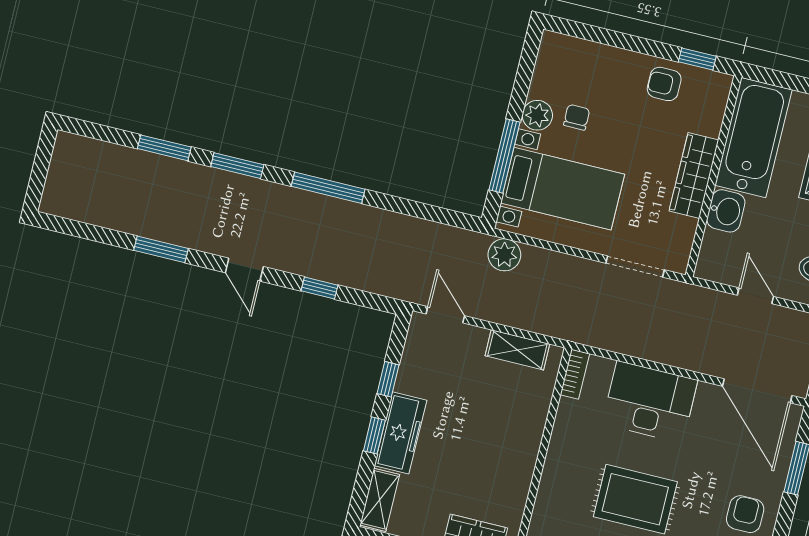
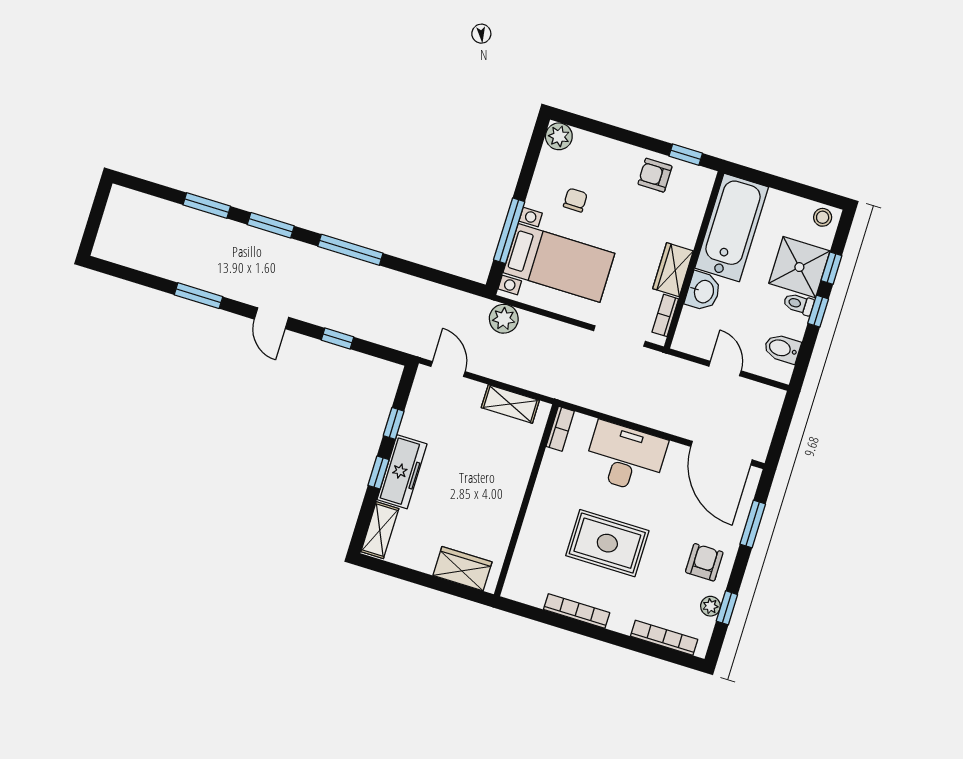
plant: (537, 115) -> (559, 136), moved
wardrobe: (694, 176) -> (673, 270), width x0.67
bookcase: (685, 240) -> (665, 315), added

